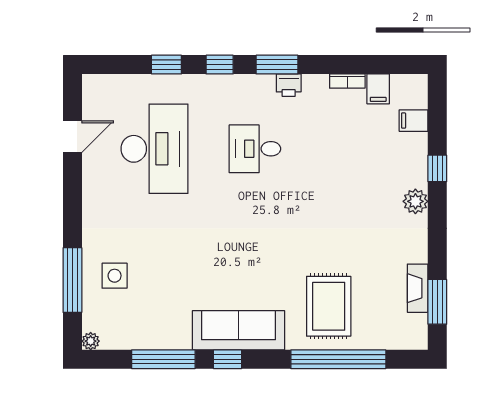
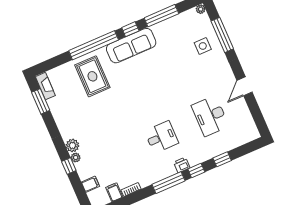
window: (277, 65) -> (168, 183), width x1.44
printer: (289, 85) -> (182, 165), moved
door: (72, 137) -> (245, 86), moved
desk: (154, 149) -> (210, 116), width x0.73, depth x0.77
plant: (419, 178) -> (76, 158), added
fireplace: (418, 288) -> (45, 86), moved
window: (338, 359) -> (94, 45), moved

